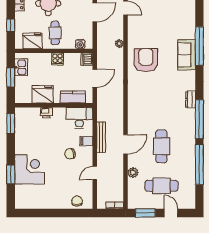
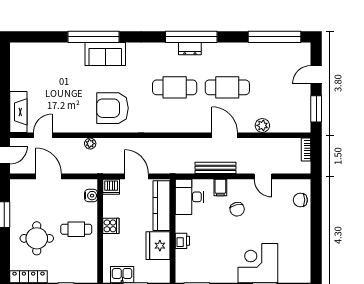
fridge: (32, 41) -> (87, 259), removed
kitchen counter: (73, 97) -> (162, 206), width x1.50
dresser: (191, 99) -> (190, 49), moved
window: (199, 164) -> (275, 37), moved
cafe table: (161, 186) -> (175, 87), moved, turned 90

